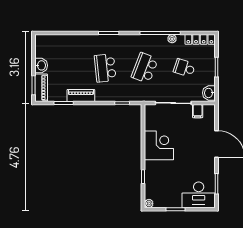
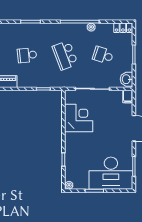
locker: (200, 39) -> (123, 28), width x0.66
school desk: (105, 68) -> (27, 55), width x0.54
school desk: (145, 68) -> (65, 55), turned -42
filing cabinet: (198, 111) -> (128, 97), moved
corner desk: (159, 145) -> (79, 118), moved
desk: (199, 195) -> (111, 173), width x1.36, depth x1.30

